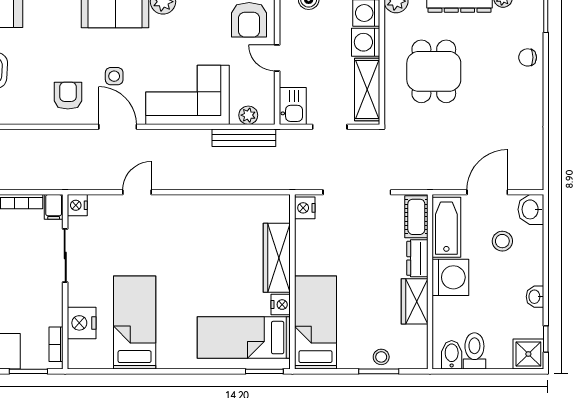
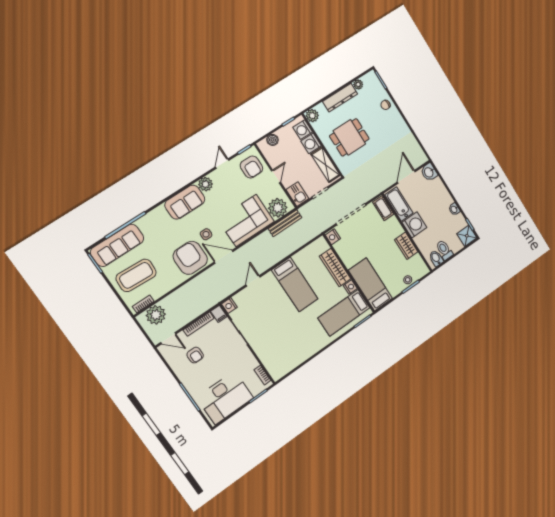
door: (277, 58) -> (276, 177), swing flipped
dining table: (434, 71) -> (349, 137), turned 90
armchair: (68, 96) -> (190, 258), width x1.88, depth x1.88
plant: (248, 115) -> (278, 208), width x1.87, depth x1.87
stool: (502, 241) -> (426, 194), removed
dresser: (417, 258) -> (395, 226), removed
bed: (135, 322) -> (295, 285), moved, turned 180
nightstand: (82, 323) -> (268, 357), removed

